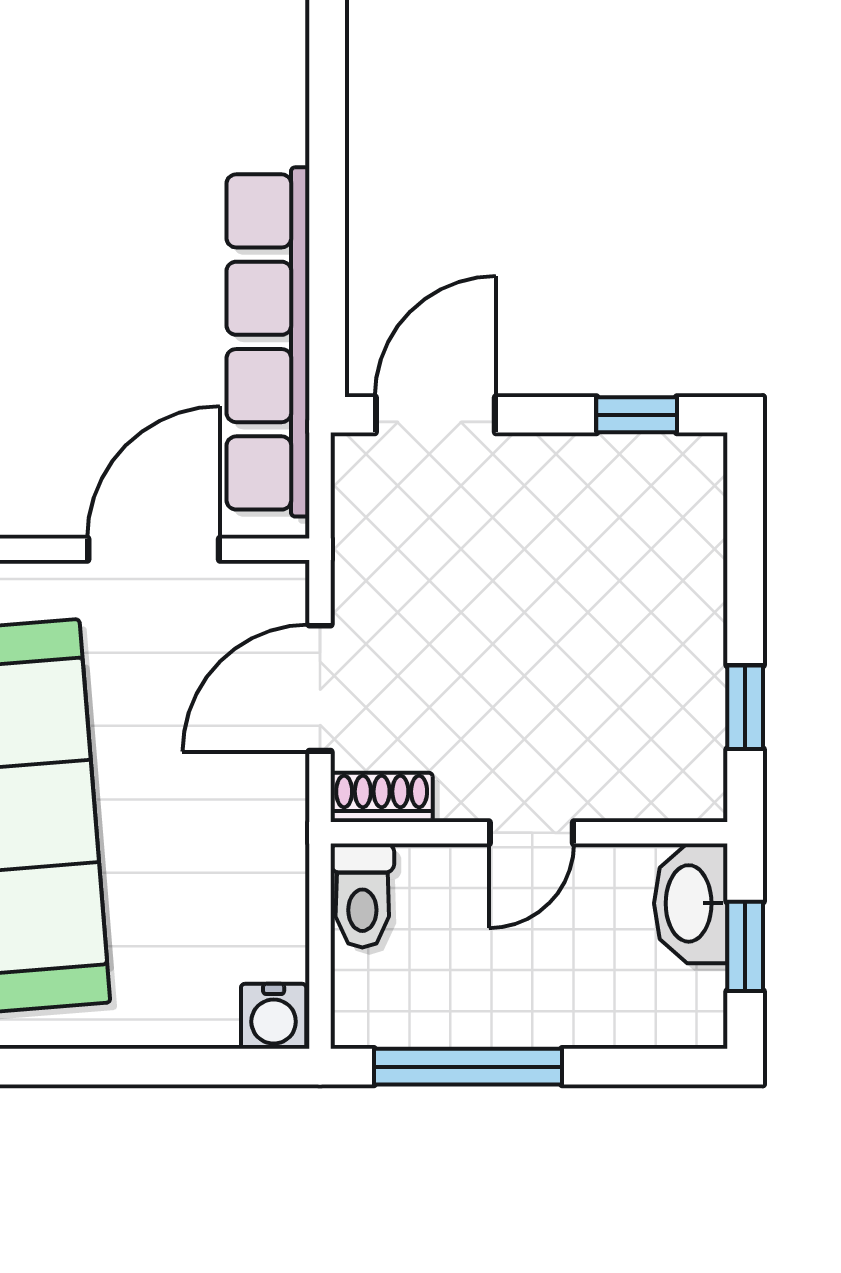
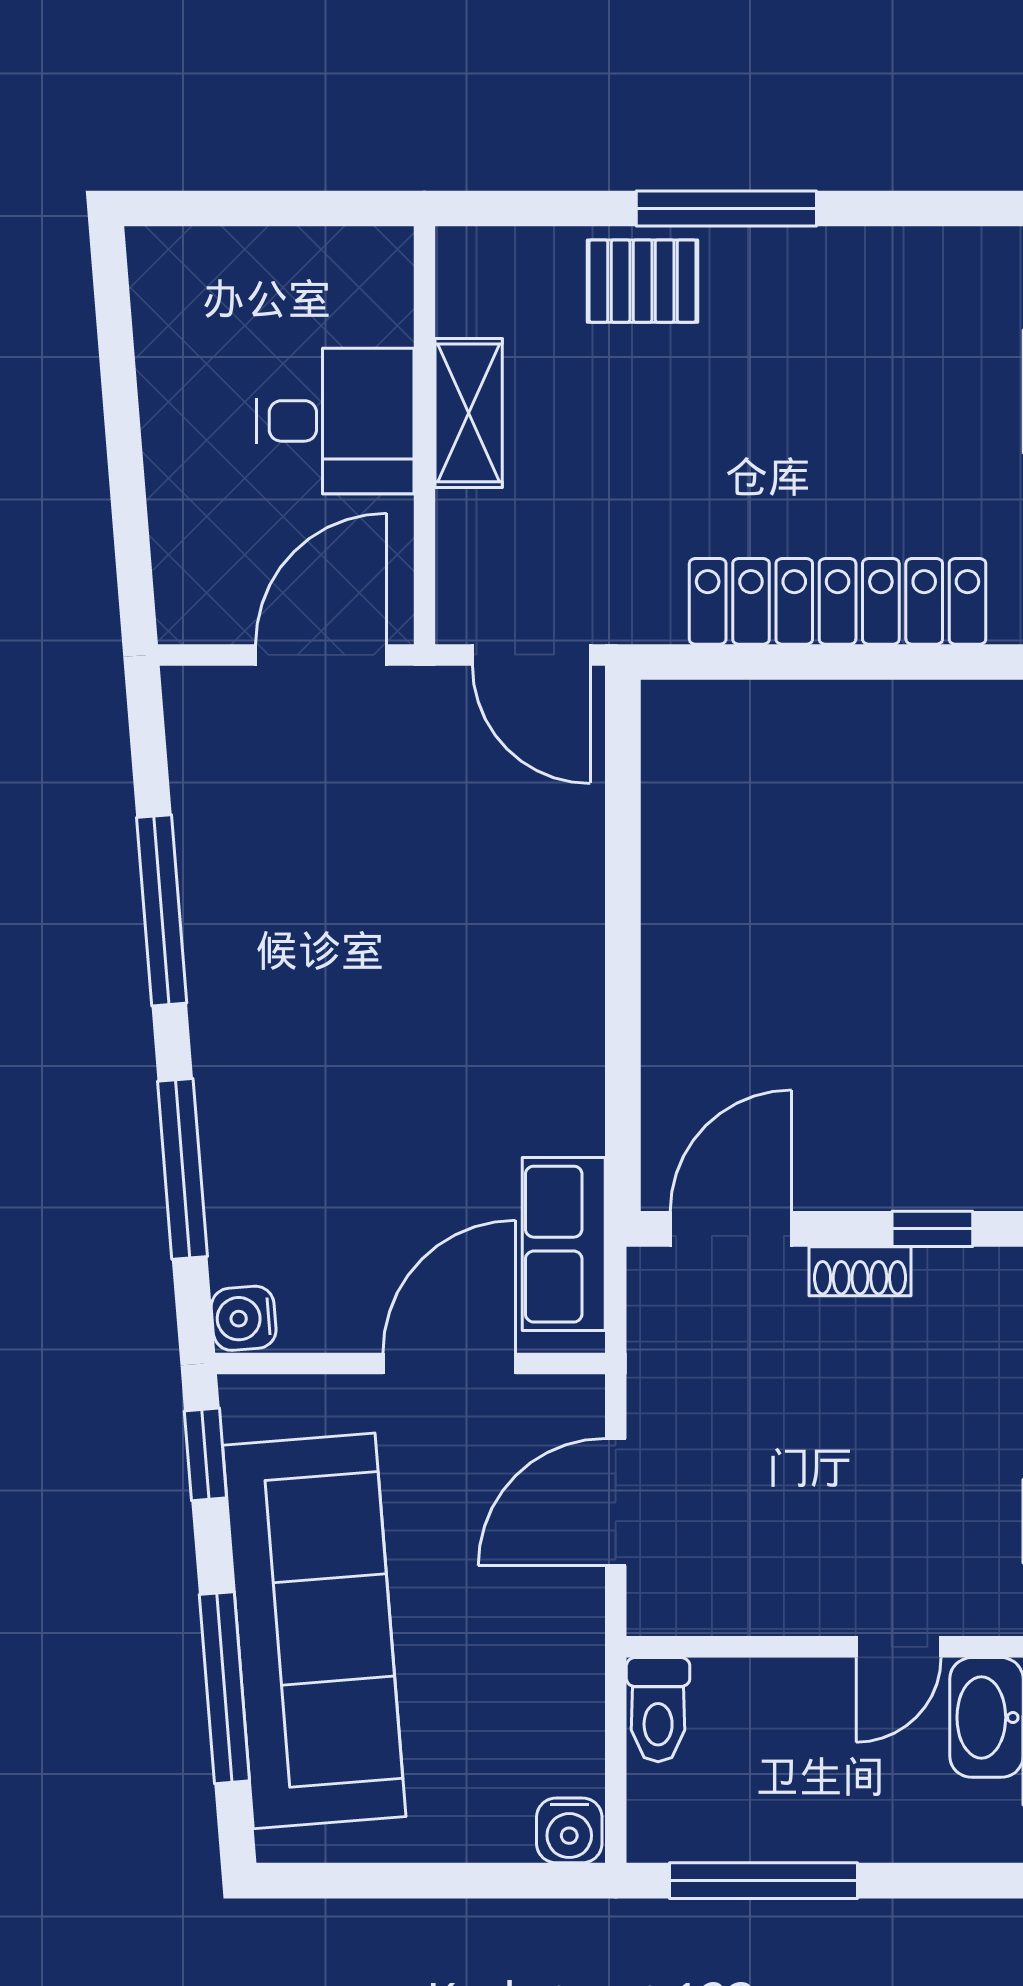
row of seats: (268, 342) -> (564, 1244), width x0.50
shoe rack: (382, 797) -> (860, 1271), moved, turned 180
door: (531, 833) -> (899, 1647), moved

